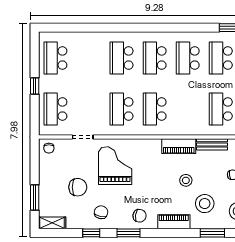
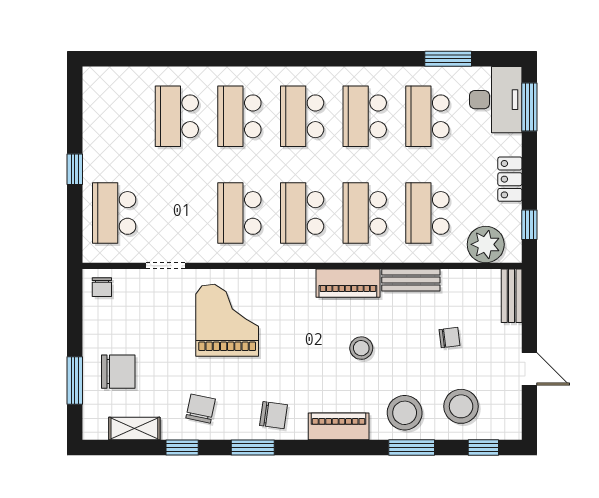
school desk: (55, 58) -> (177, 116), moved
school desk: (188, 109) -> (365, 213), added
chair: (78, 187) -> (118, 372), moved
stool: (205, 204) -> (405, 413), moved
shelving: (52, 223) -> (134, 429), moved

